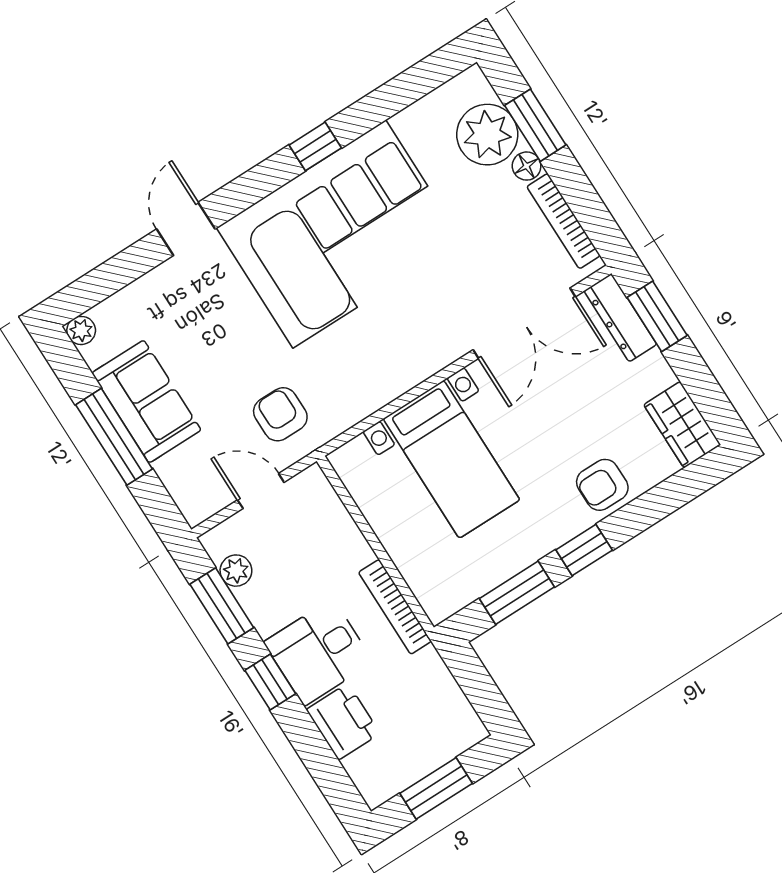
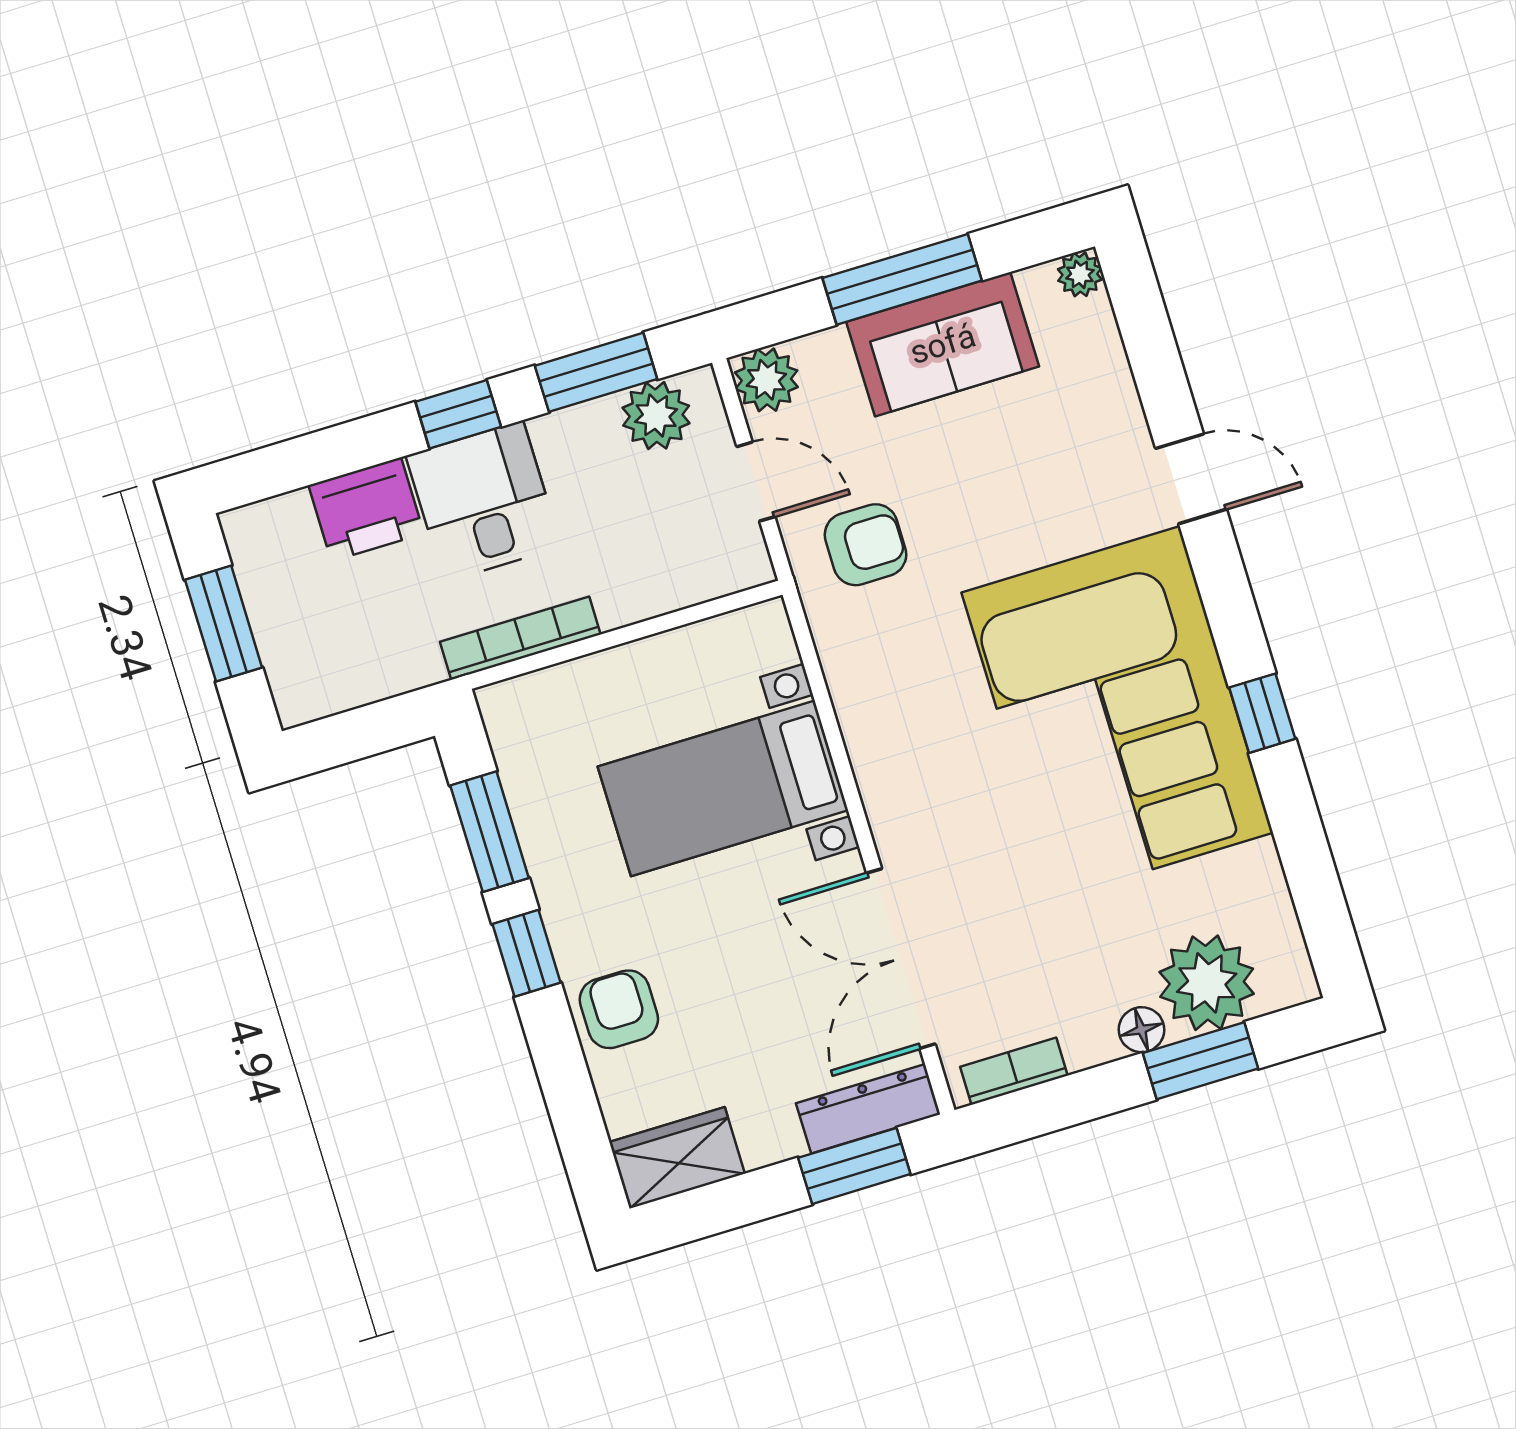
bookcase: (564, 221) -> (1014, 1071), width x0.64
door: (261, 491) -> (756, 482), hinge flipped
plant: (198, 502) -> (766, 380), added
plant: (236, 571) -> (656, 416), width x1.38, depth x1.38

